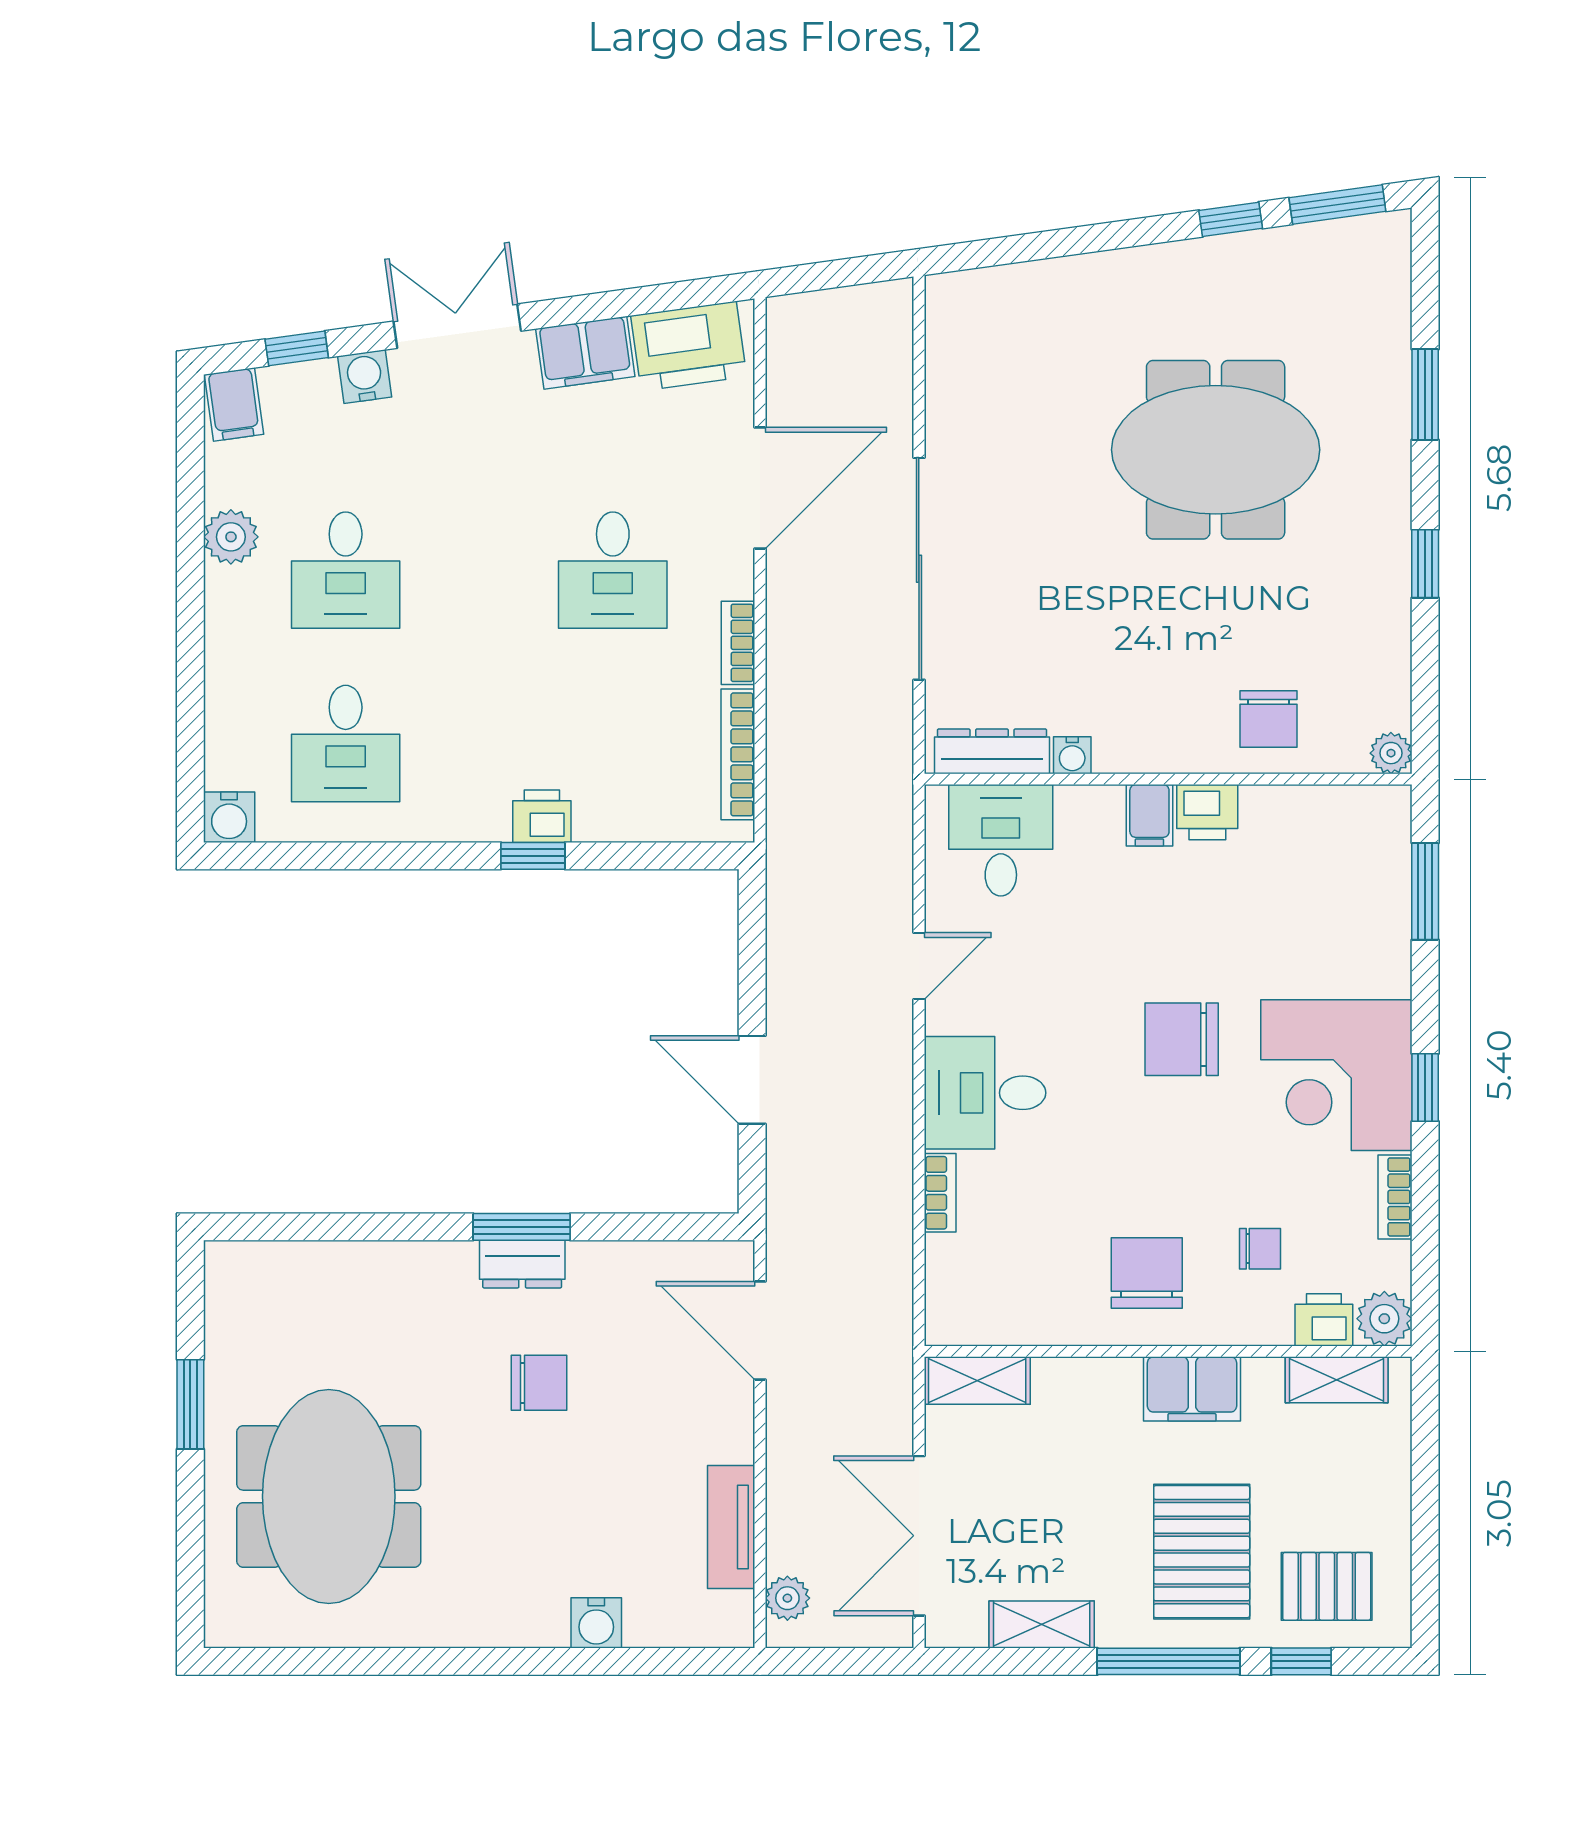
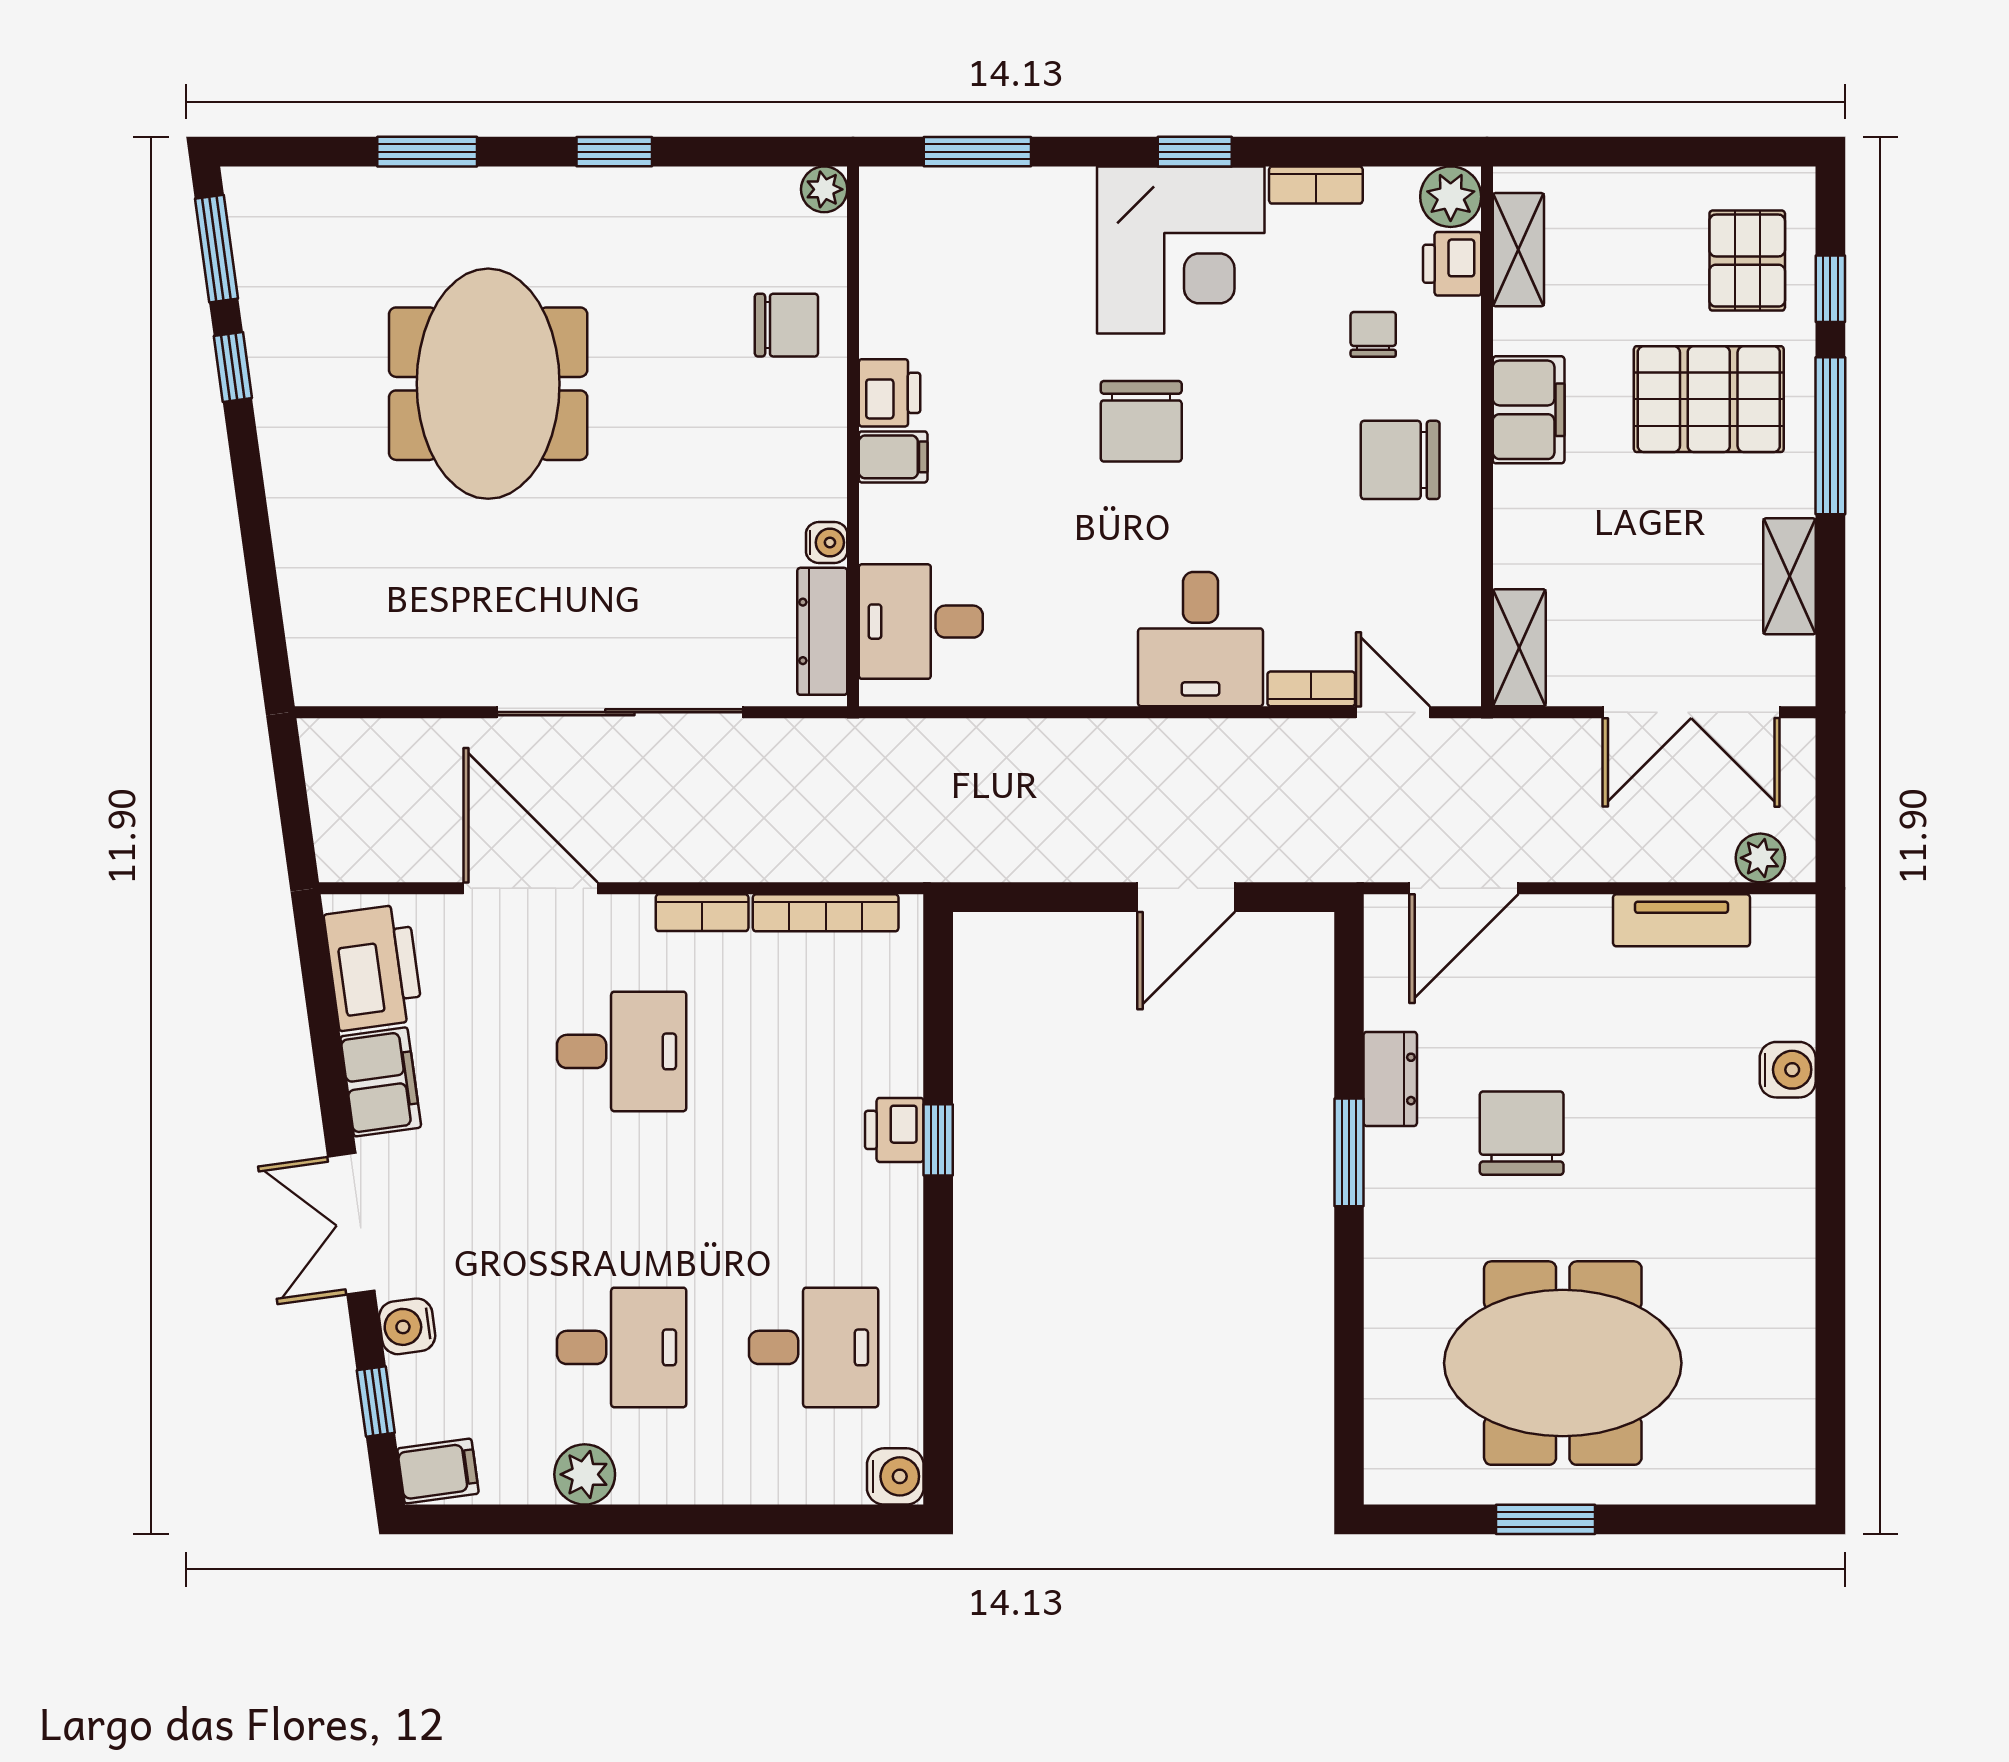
door: (919, 966) -> (1393, 712), moved
dresser: (522, 1264) -> (1390, 1079), moved
chair: (539, 1383) -> (1522, 1133), width x1.37, depth x1.37
meeting table: (329, 1496) -> (1563, 1363), moved

